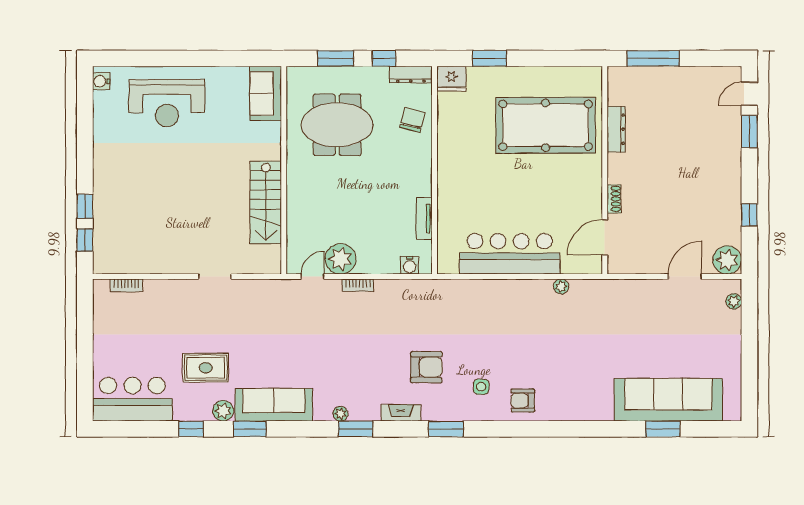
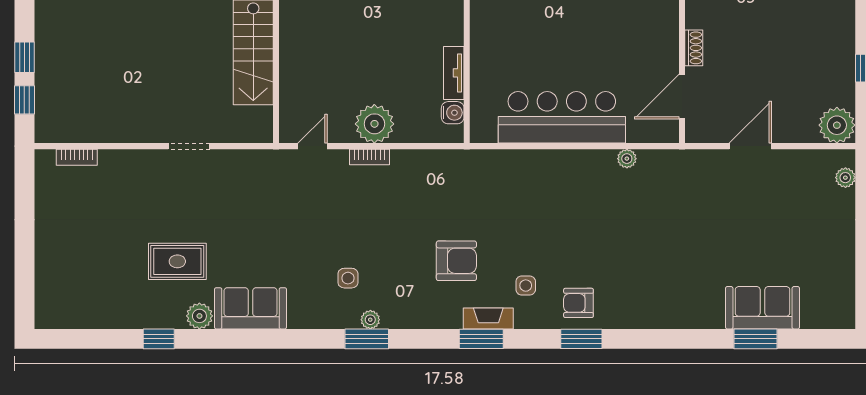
plant: (340, 259) -> (374, 124), moved
water cooler: (410, 265) -> (453, 113), moved, turned -90
door: (685, 277) -> (750, 146), moved
side table: (341, 381) -> (348, 278), added
bar counter: (132, 399) -> (85, 301), removed
sofa: (668, 400) -> (763, 308), width x0.54, depth x0.79
sofa: (274, 405) -> (250, 308), width x0.73
fireplace: (401, 413) -> (488, 319), moved
plant: (340, 414) -> (370, 320), moved
window: (250, 429) -> (581, 339), moved

